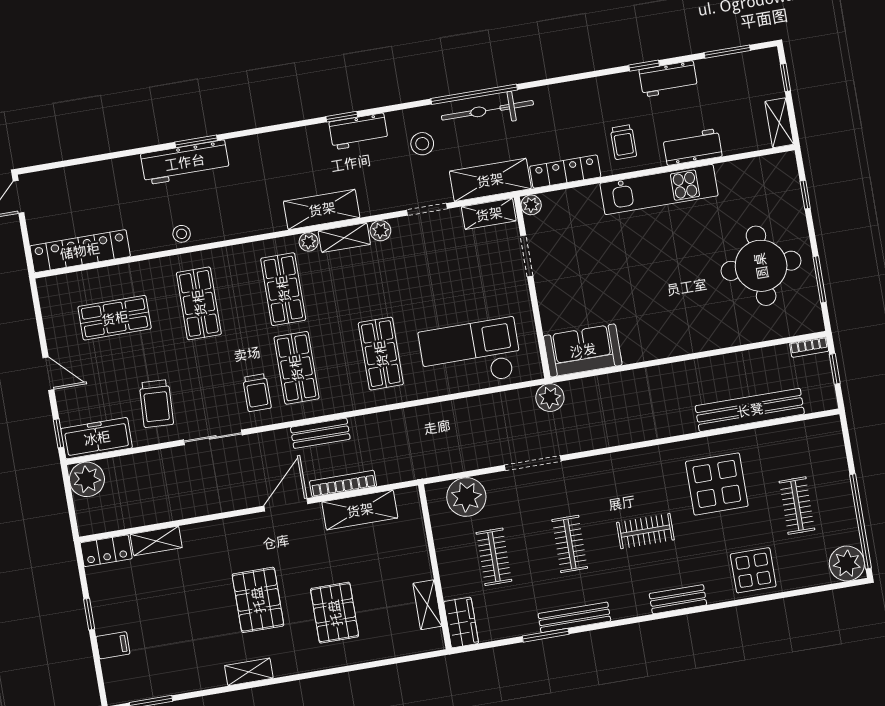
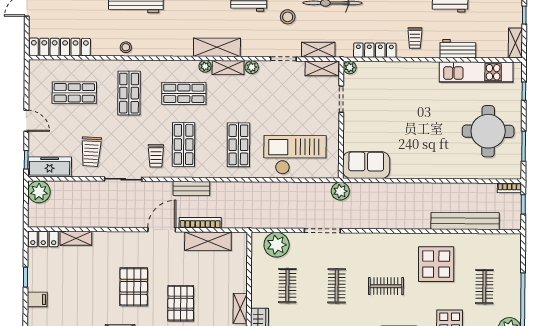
shelving: (490, 180) -> (318, 50), width x0.67, depth x0.75
kitchen unit: (659, 190) -> (476, 72), moved
shop shelf: (283, 289) -> (184, 93), turned 90

